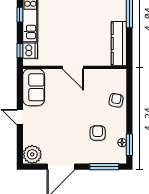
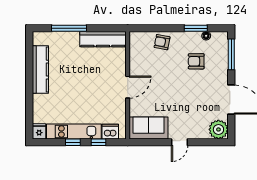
window: (20, 51) -> (98, 142), moved
window: (129, 145) -> (196, 28), moved

